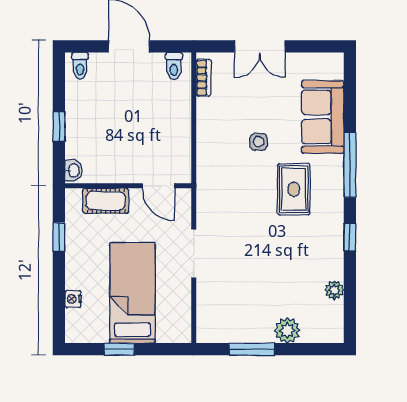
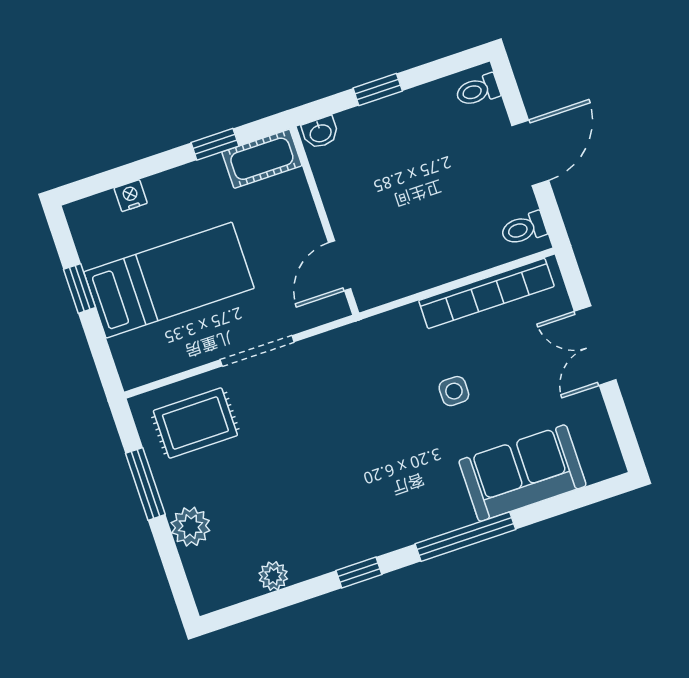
bookcase: (203, 78) -> (486, 293), width x2.31, depth x1.31
rug: (294, 189) -> (195, 423), moved
cot: (106, 201) -> (262, 159), moved, turned 90

